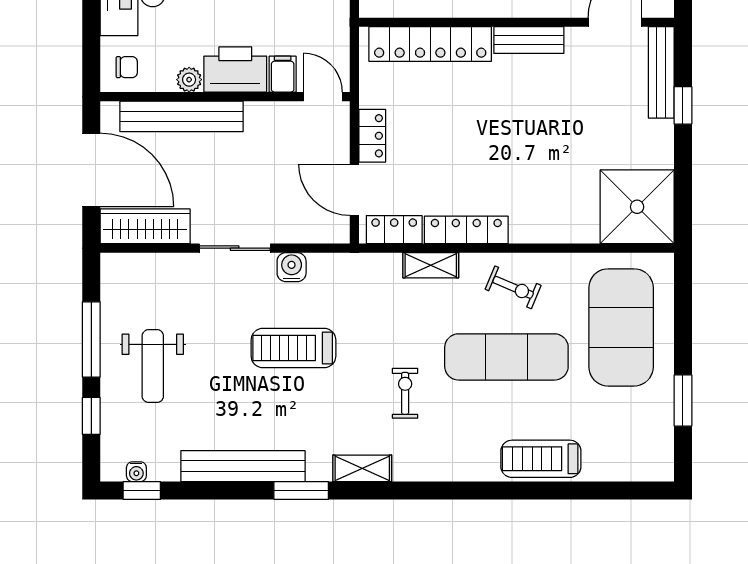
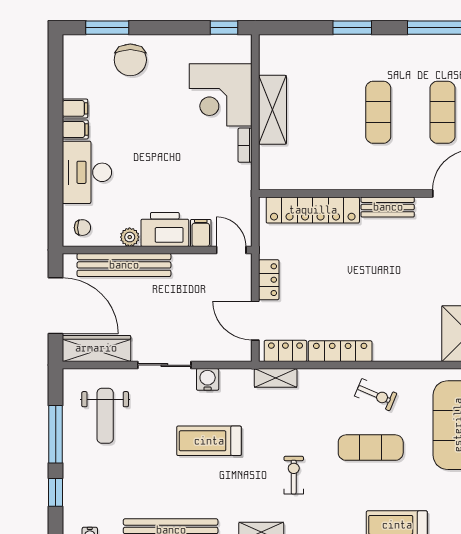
shelving: (431, 265) -> (276, 378), moved
exercise mat: (506, 357) -> (371, 448), width x0.73, depth x0.69
weight bench: (153, 366) -> (105, 416), moved

